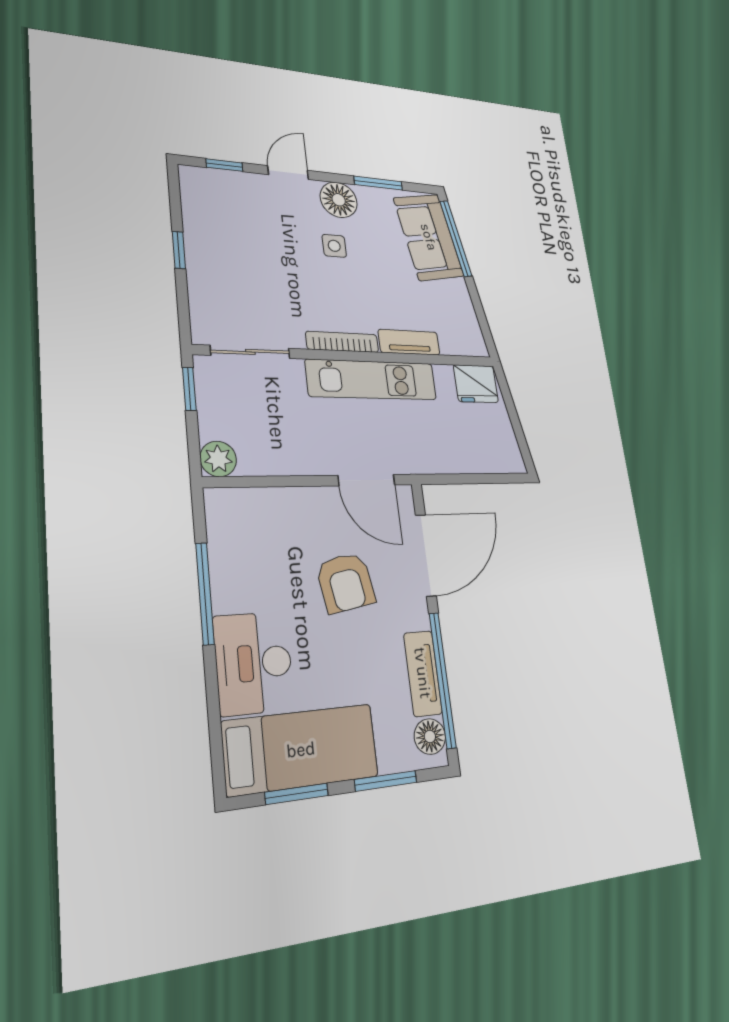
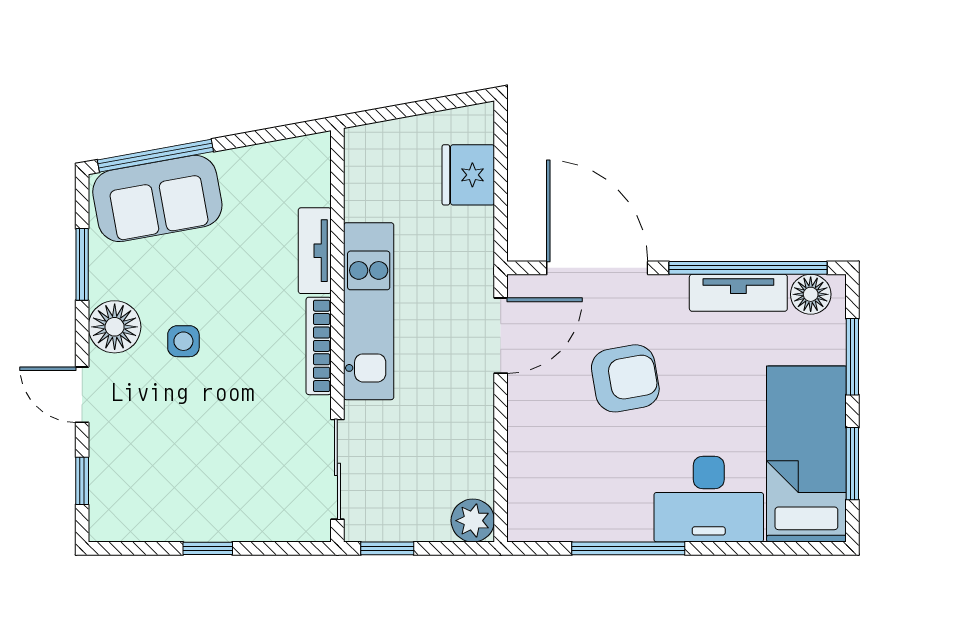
fridge: (476, 384) -> (468, 175), moved, turned 180

